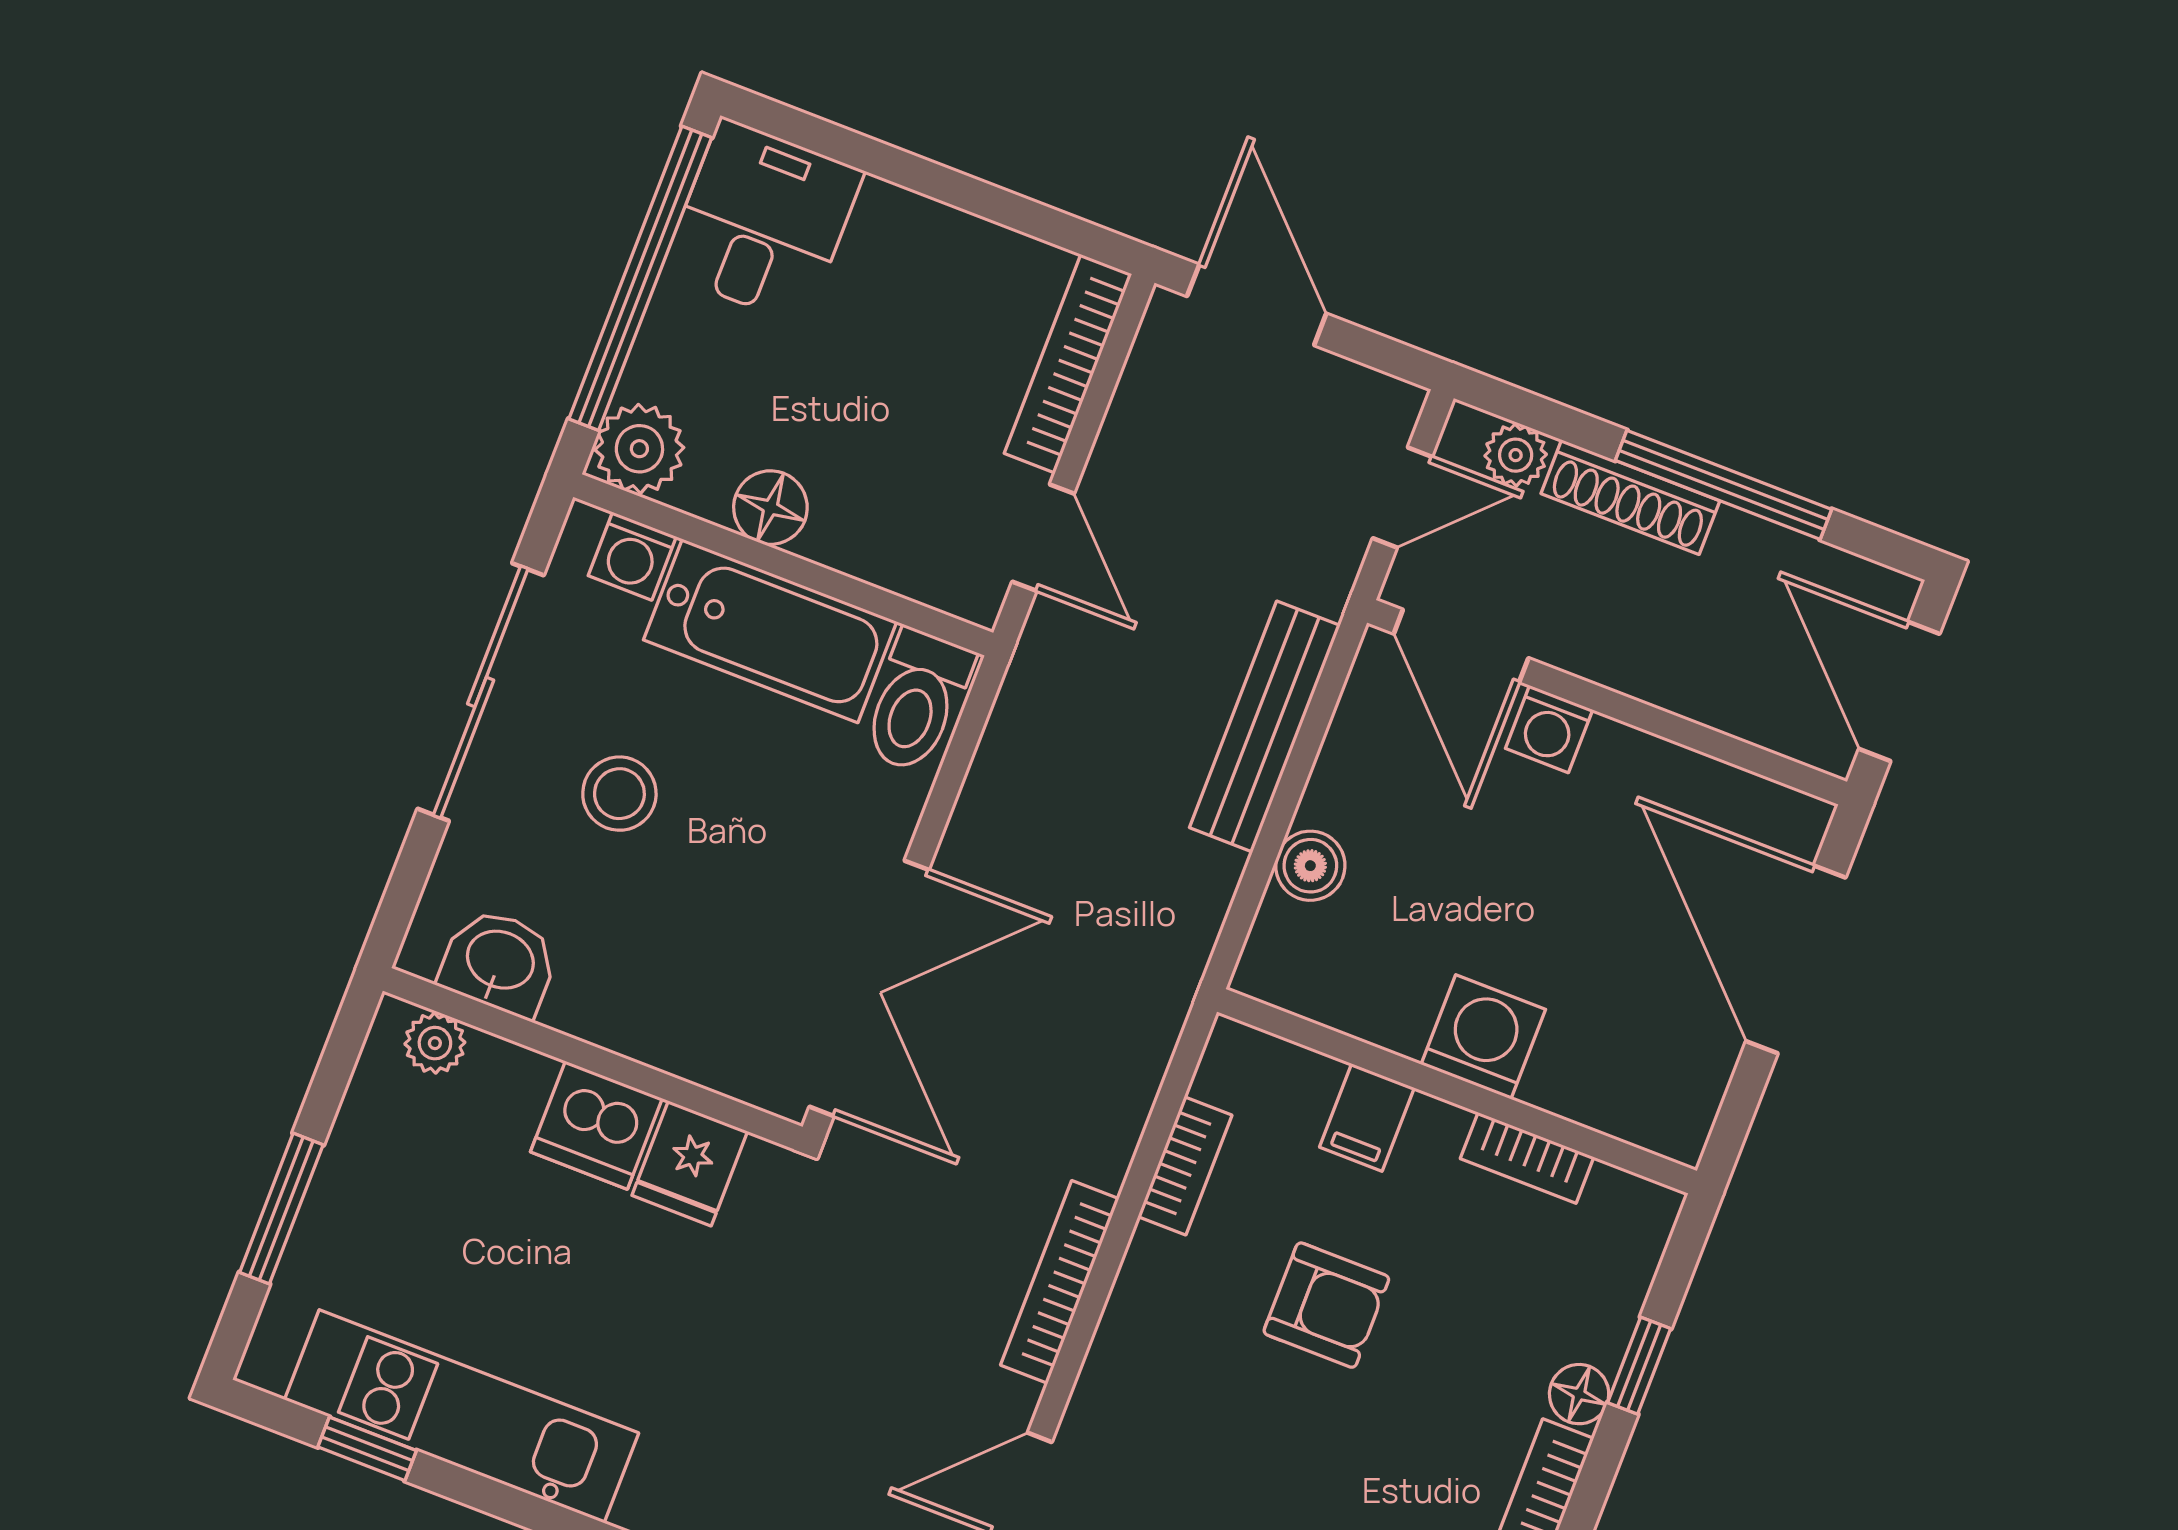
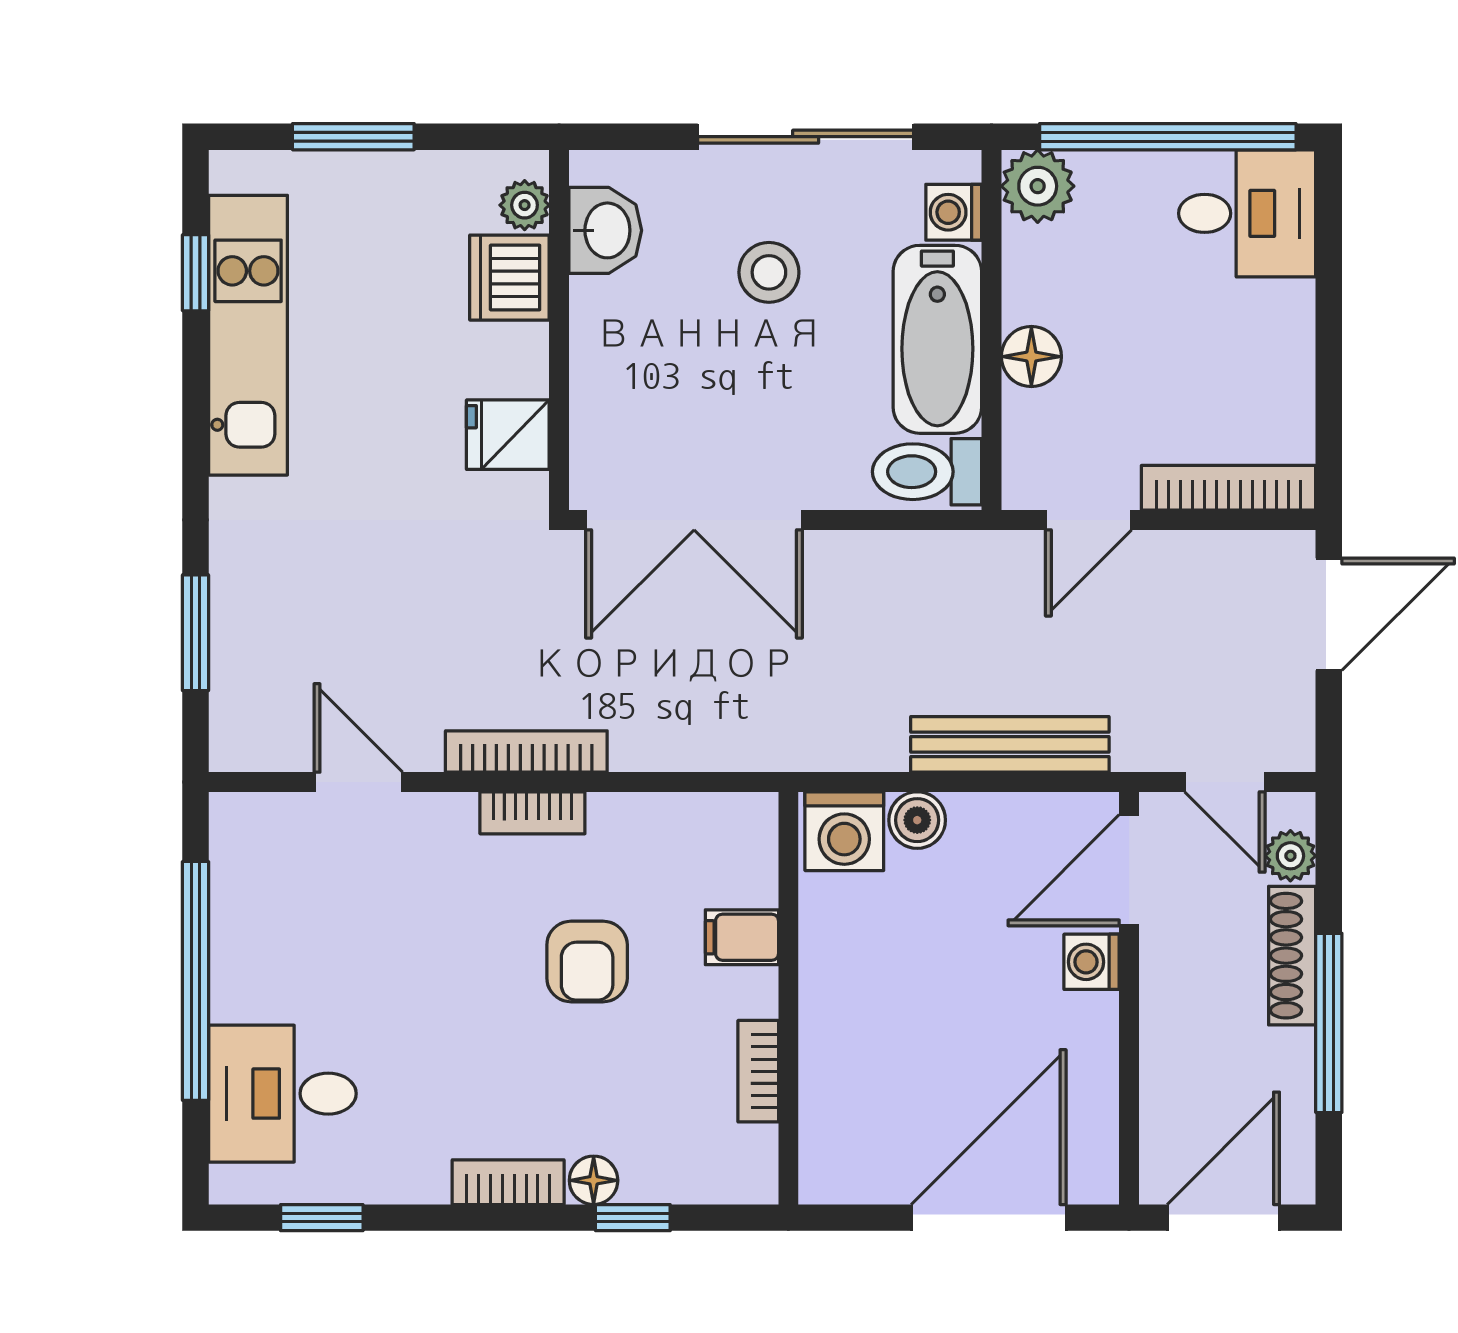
floor lamp: (770, 508) -> (1031, 357), moved
washing machine: (1483, 1037) -> (844, 831), moved, turned 90
dishwasher: (596, 1125) -> (509, 278), moved
bookcase: (1185, 1166) -> (532, 813), moved

